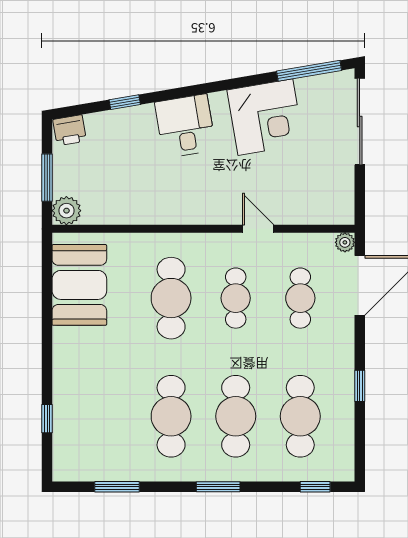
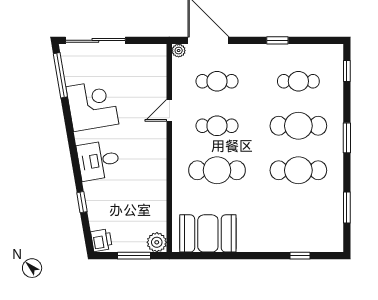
cafe table: (300, 416) -> (298, 81), width x0.73, depth x0.74

